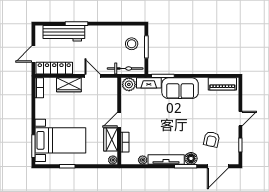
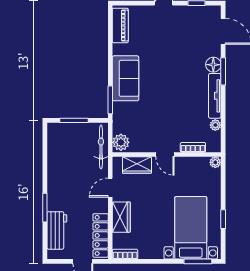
workbench: (64, 33) -> (57, 230), width x0.73
stool: (132, 44) -> (70, 139), removed
fireplace: (149, 83) -> (119, 117), removed
wardrobe: (111, 139) -> (137, 165), moved
armchair: (212, 139) -> (189, 39), removed

